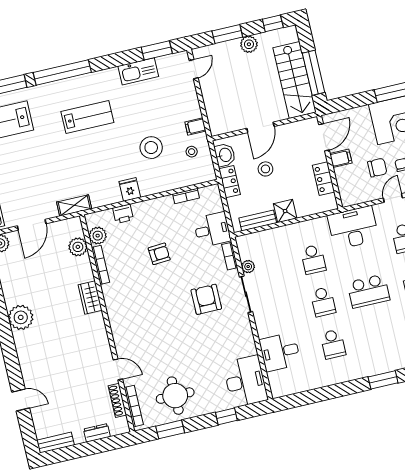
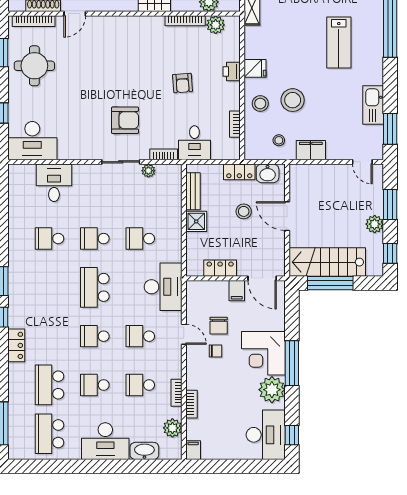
filing cabinet: (195, 126) -> (311, 150), width x2.00
stool: (161, 177) -> (260, 103), added
printer: (123, 214) -> (232, 71), moved

